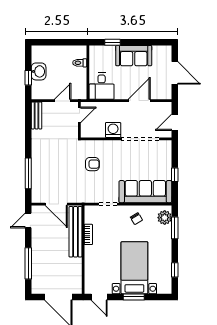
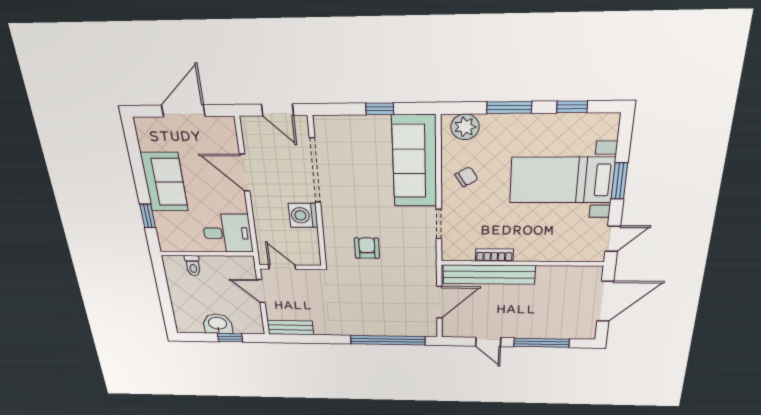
window: (28, 173) -> (388, 340), width x1.46
door: (28, 220) -> (488, 342), moved
window: (175, 228) -> (509, 108), moved

